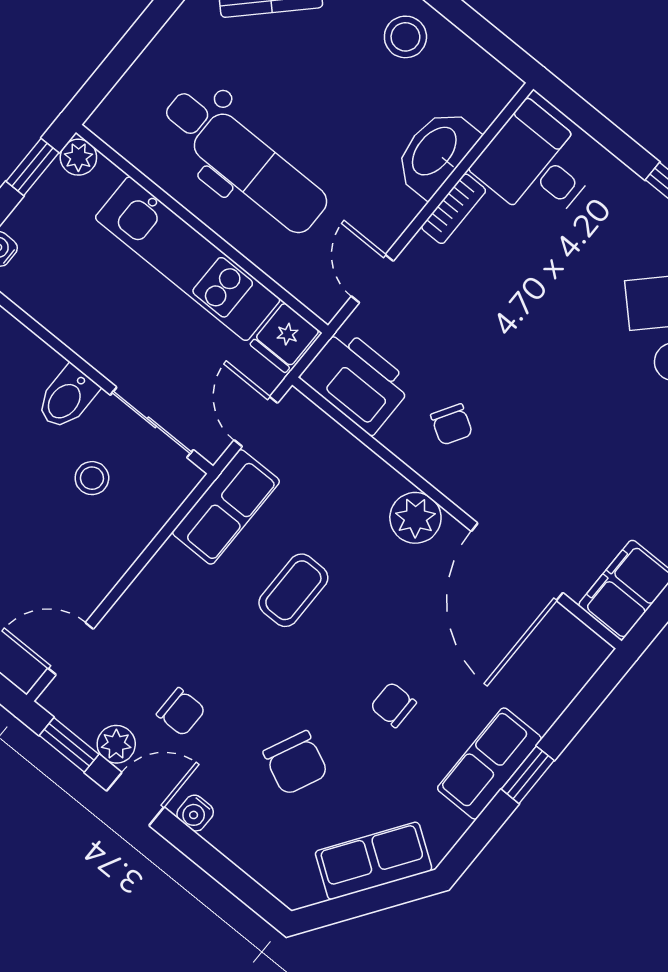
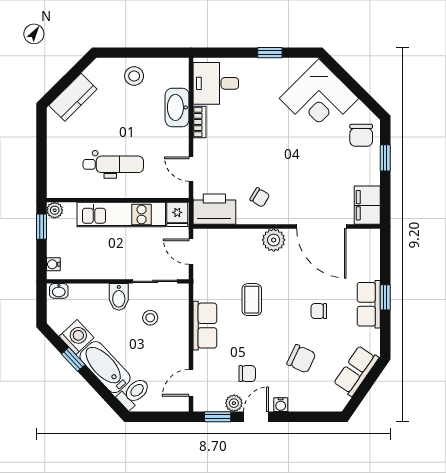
dental chair: (245, 160) -> (113, 164), width x0.73, depth x0.72
row of seats: (226, 507) -> (205, 326), moved

